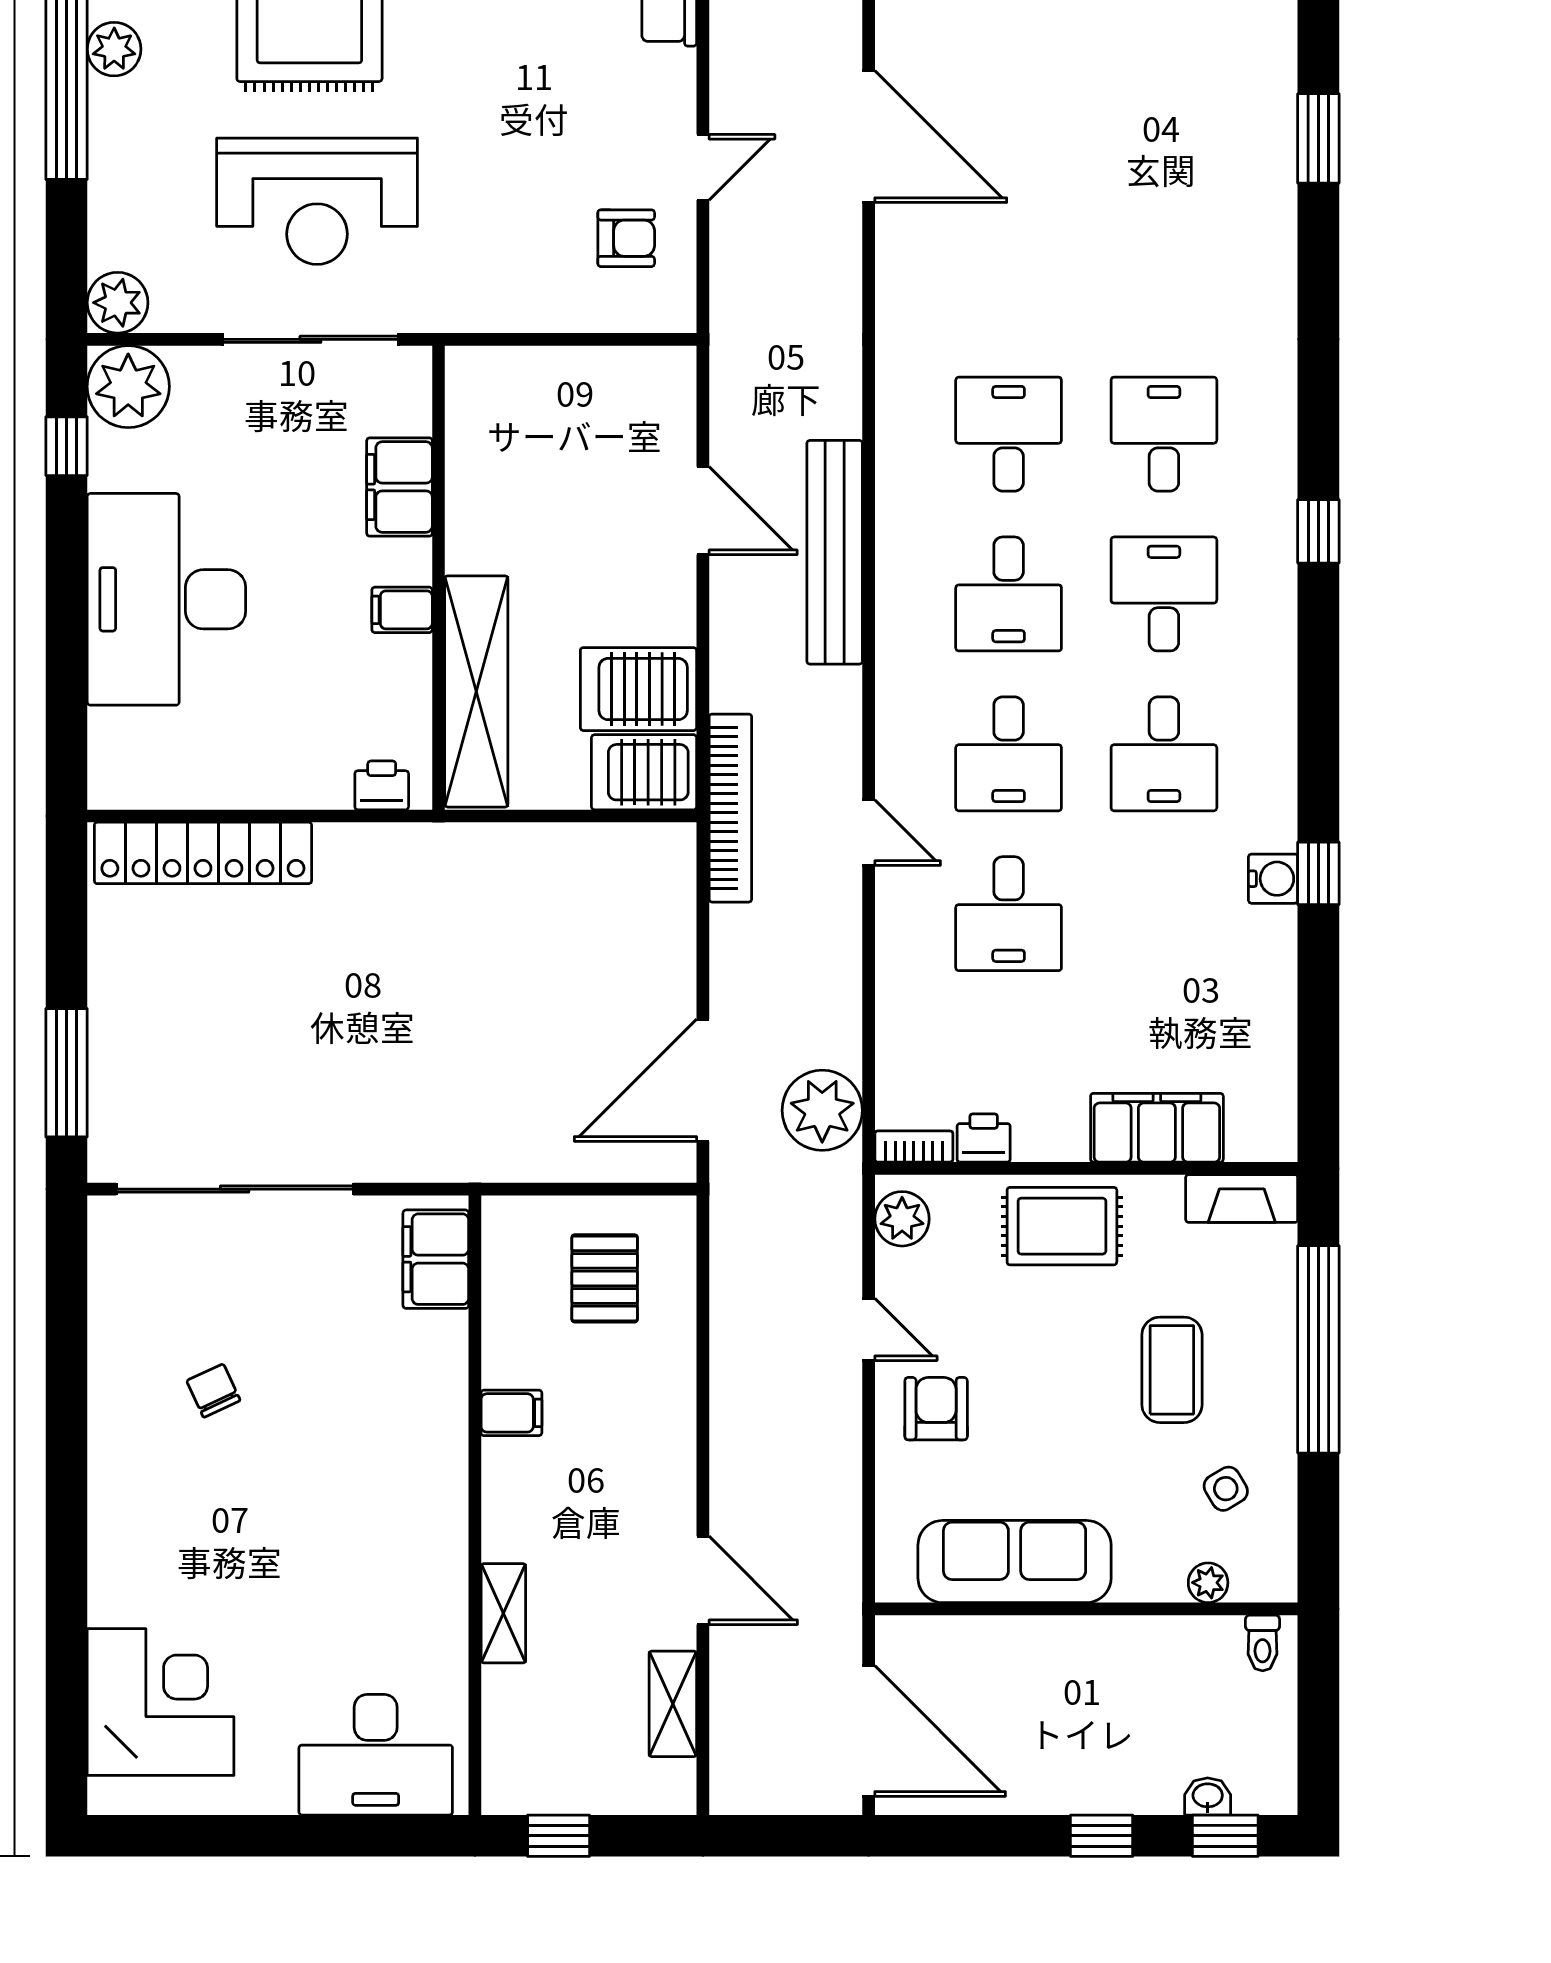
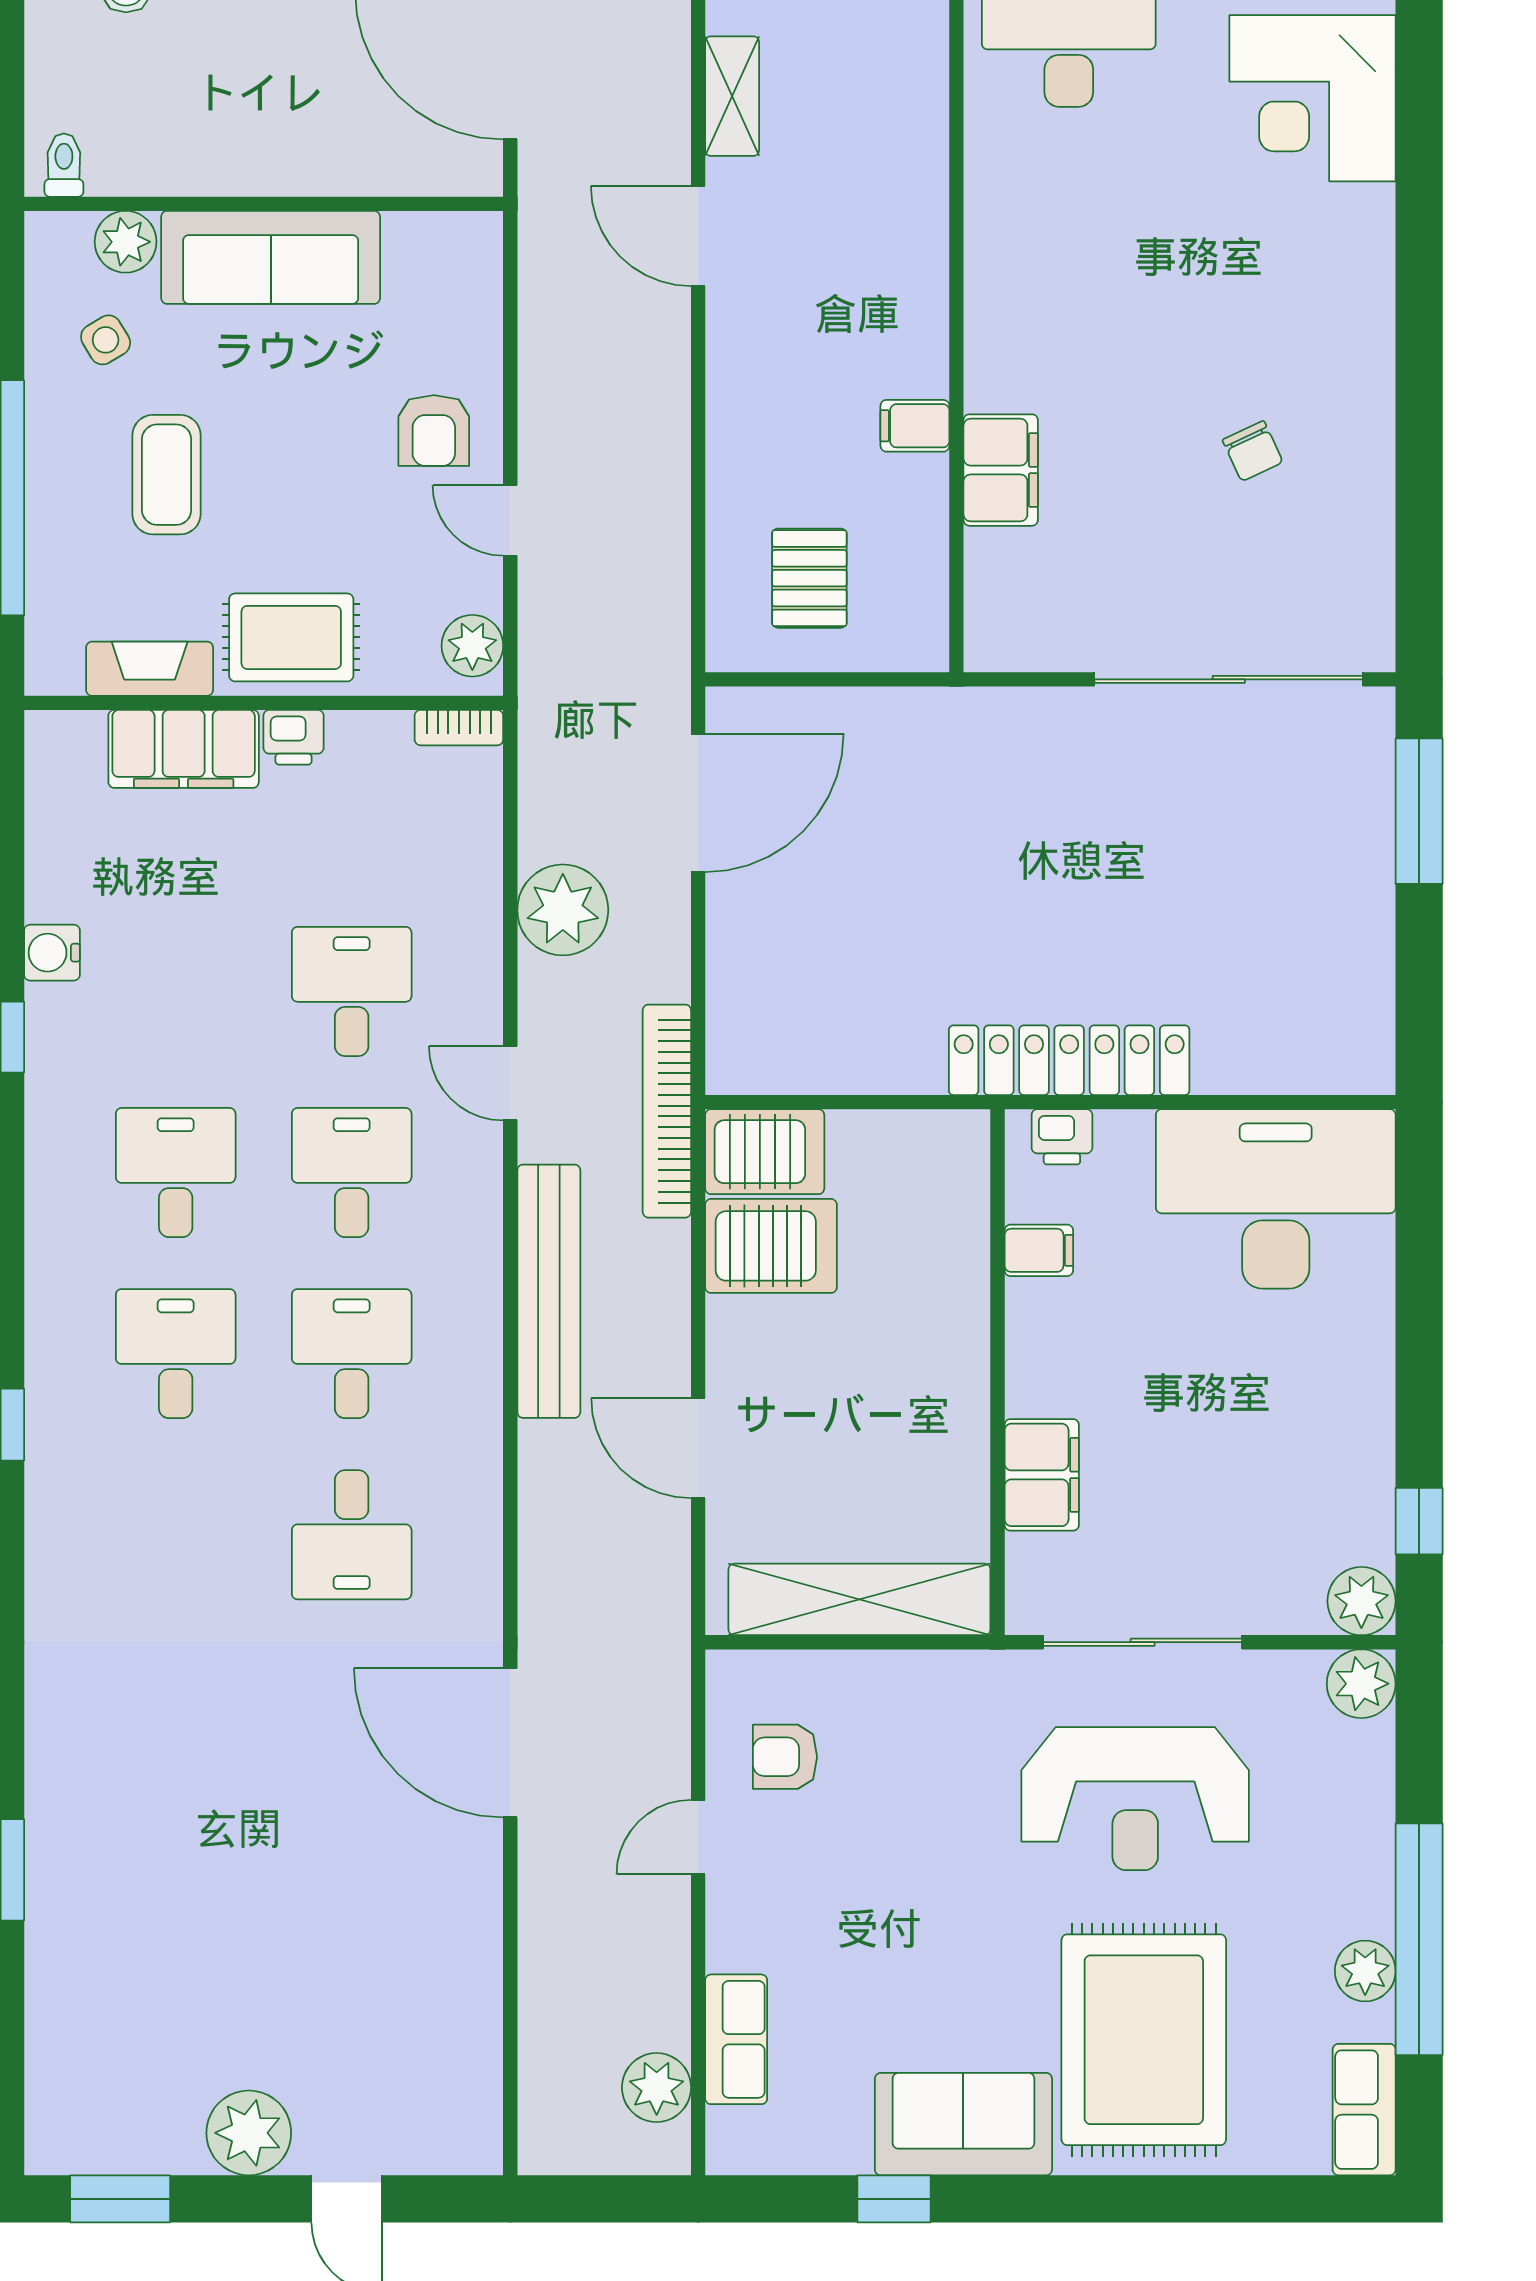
door: (869, 137) -> (510, 1743), moved
reception desk: (317, 201) -> (1135, 1799), turned 180
plant: (128, 387) -> (1361, 1601), width x0.73, depth x0.73
desk: (1164, 434) -> (176, 1535), removed
bench: (835, 552) -> (549, 1291), moved
desk: (1164, 594) -> (176, 1354), turned 180
desk: (166, 599) -> (1276, 1199), moved, turned -90
filing cabinet: (402, 610) -> (1039, 1250), moved
shelving: (476, 691) -> (859, 1599), moved, turned 90
locker: (203, 853) -> (1069, 1060), moved
water cooler: (1273, 879) -> (52, 953), moved
plant: (822, 1110) -> (563, 910), moved
printer: (984, 1138) -> (294, 737), moved
fireplace: (1242, 1198) -> (150, 669), moved
filing cabinet: (436, 1259) -> (1001, 470), moved
sofa: (1015, 1562) -> (271, 257), moved
plant: (1208, 1583) -> (126, 242), width x1.38, depth x1.38
shelving: (503, 1613) -> (924, 199), removed

